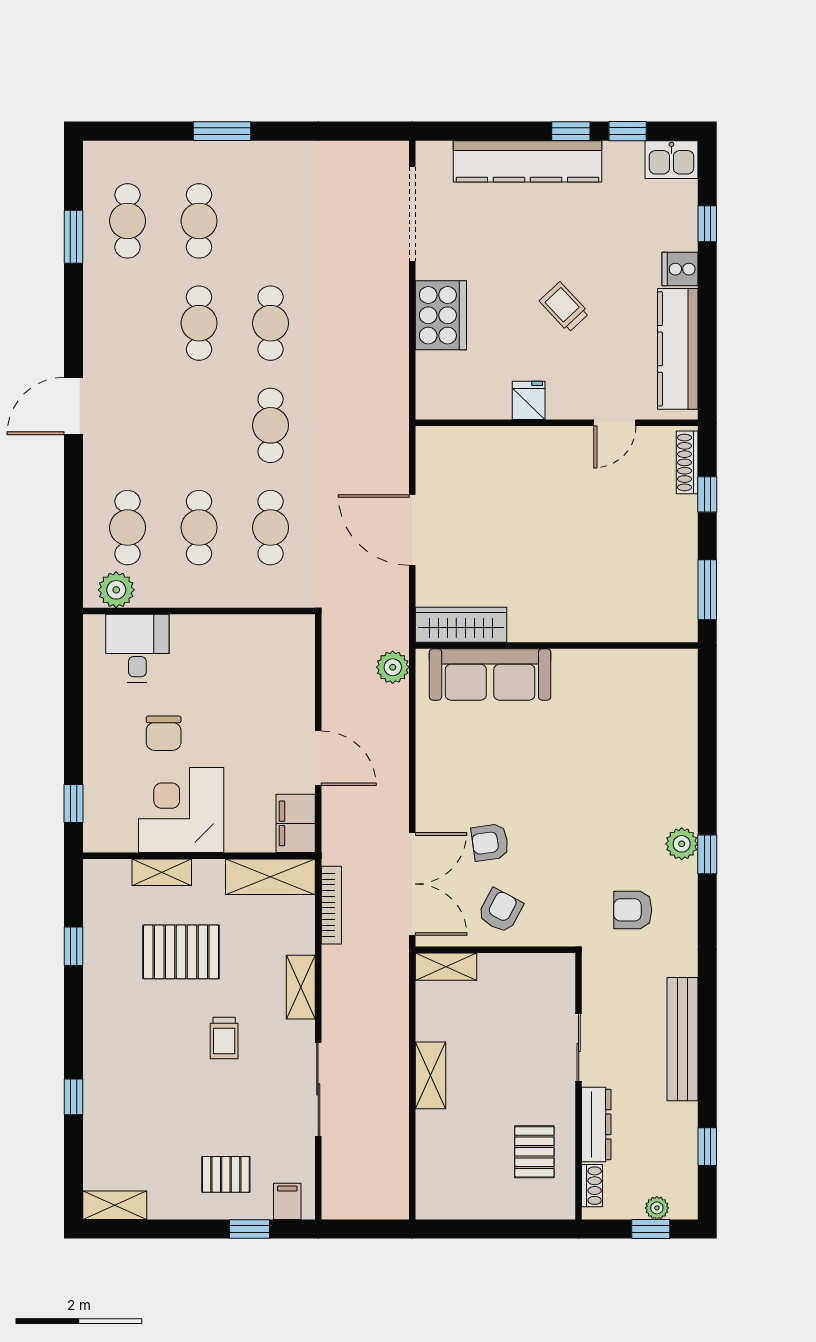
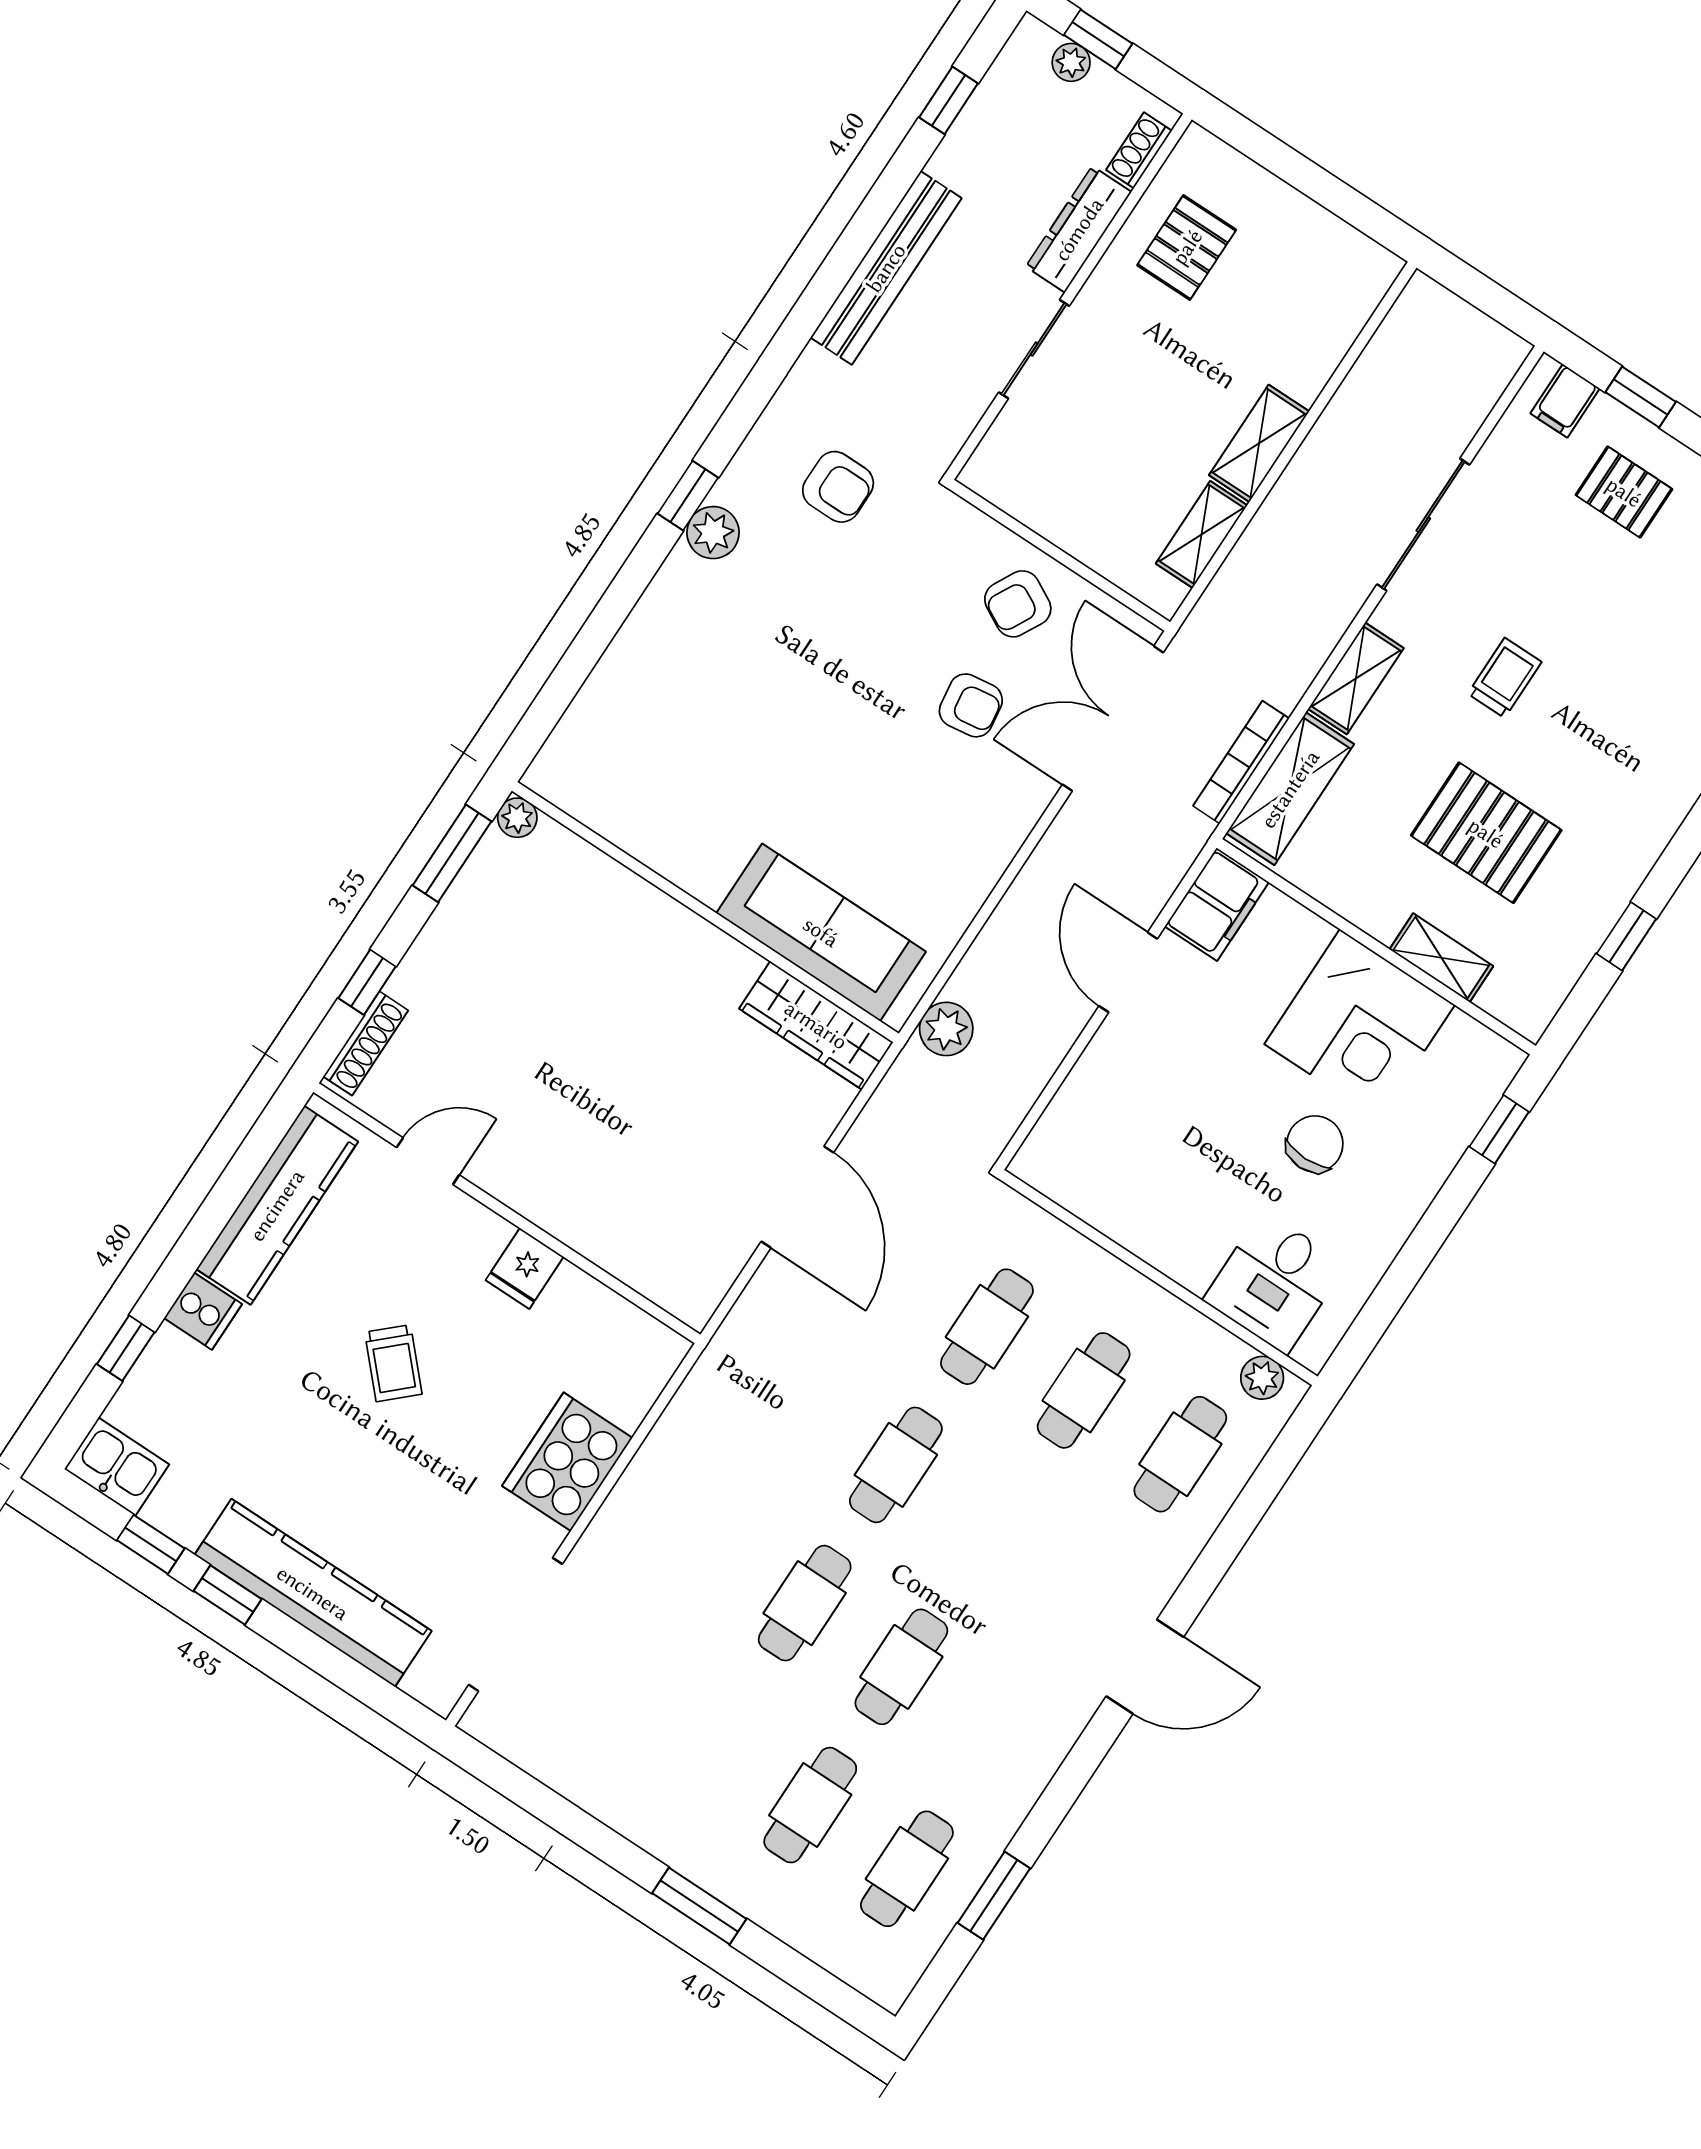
plant: (116, 590) -> (1262, 1378), width x0.73, depth x0.73
plant: (686, 630) -> (517, 818), added
shelving: (270, 877) -> (1290, 789), moved, turned 90
shelving: (446, 967) -> (1201, 534), moved, turned 90

